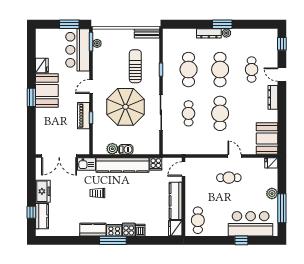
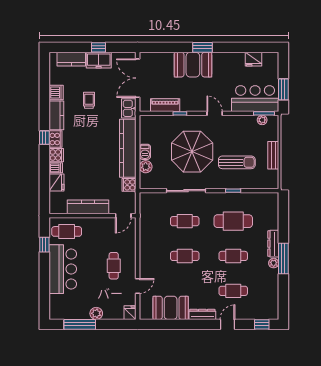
window: (222, 24) -> (283, 258), width x1.44
bench: (147, 33) -> (273, 155), moved
fridge: (42, 66) -> (253, 59), moved
cafe table: (220, 70) -> (233, 256), width x0.73, depth x0.74
booth: (47, 91) -> (193, 65), moved
cafe table: (220, 113) -> (185, 256), width x0.73, depth x0.74
piano: (84, 116) -> (165, 105), moved
booth: (267, 139) -> (171, 308), moved
plant: (112, 149) -> (146, 167), moved
door: (234, 156) -> (138, 286), moved
door: (183, 169) -> (123, 216), swing flipped
trolley: (97, 193) -> (89, 100), moved
window: (31, 212) -> (98, 47), moved
bar counter: (251, 224) -> (63, 269), moved
fridge: (175, 228) -> (56, 183), moved, turned 90
dishwasher: (72, 230) -> (56, 92), added
window: (113, 240) -> (44, 138), width x0.46
window: (241, 240) -> (44, 245), moved

